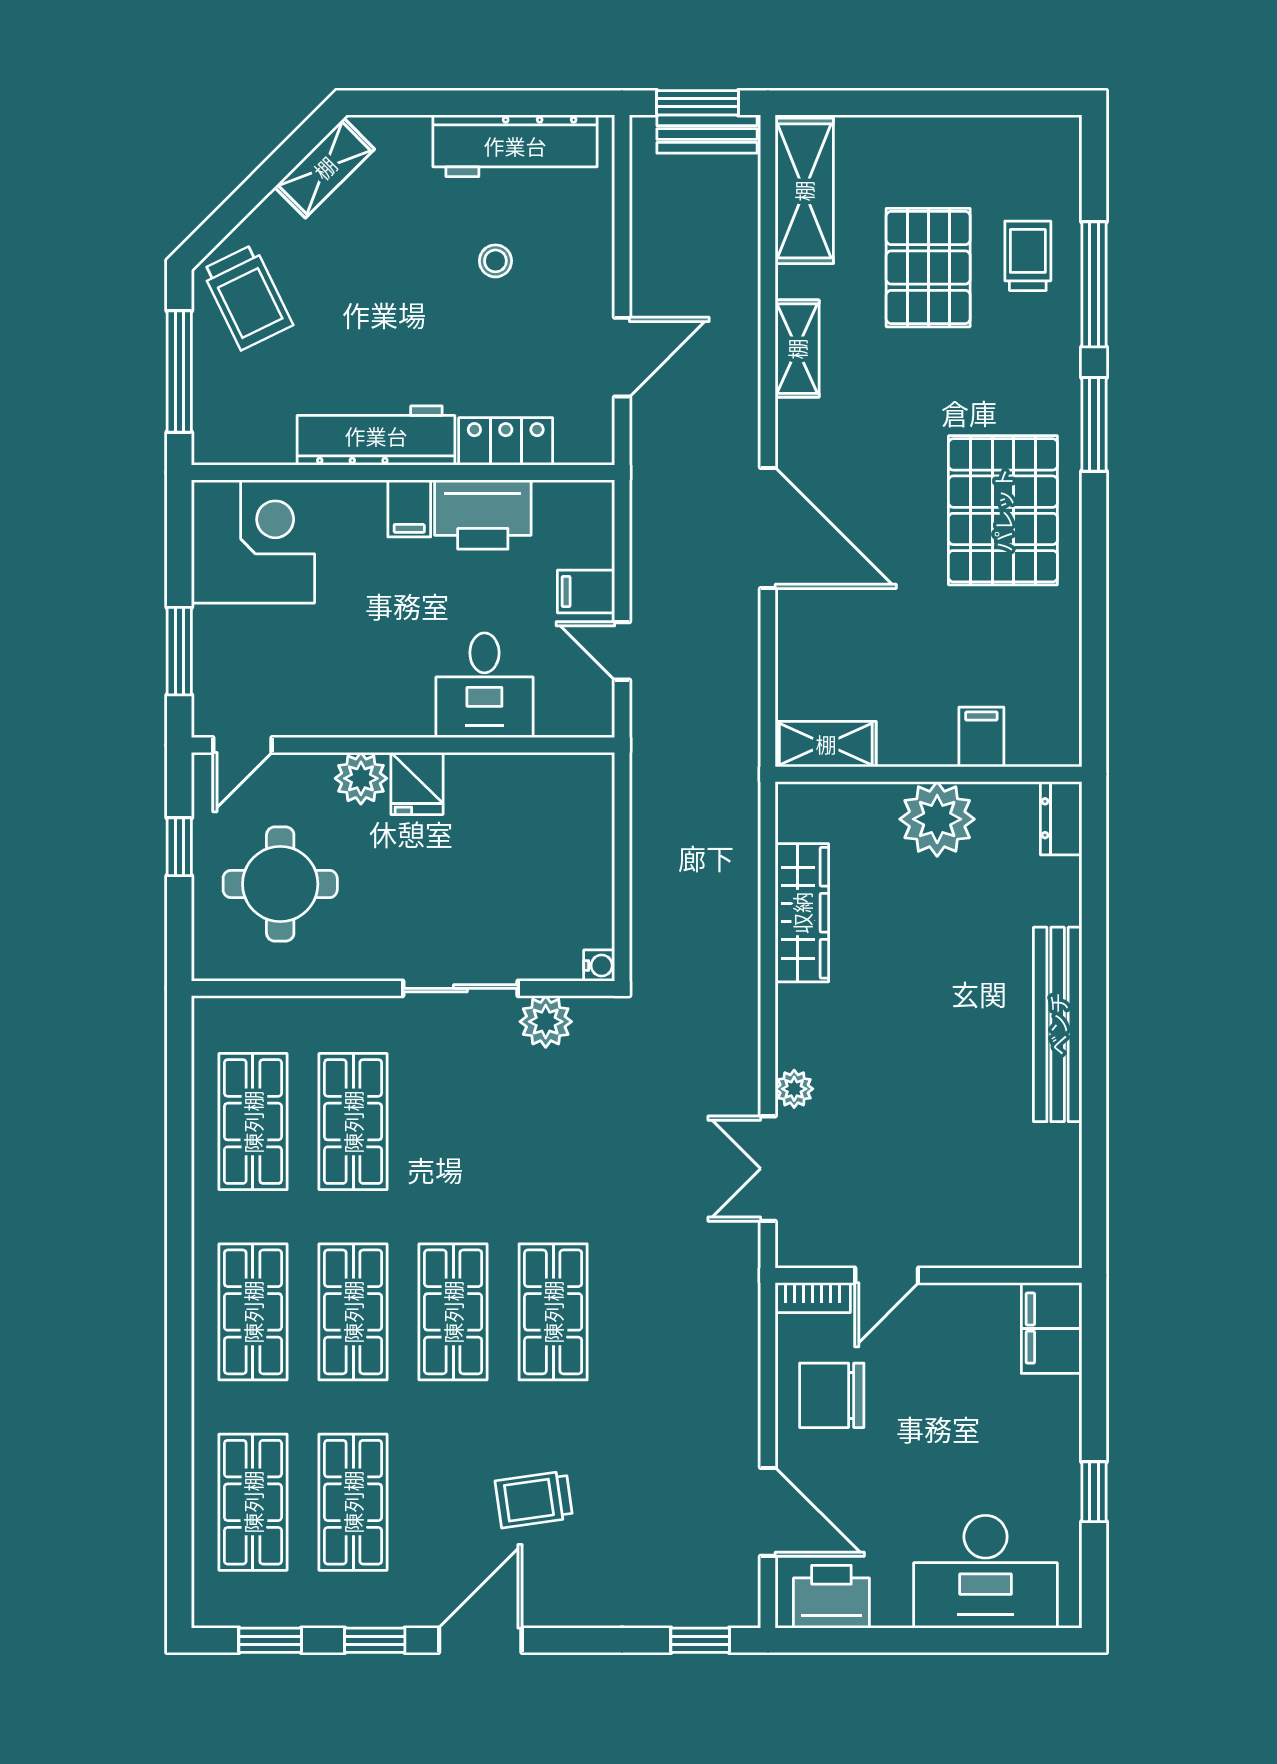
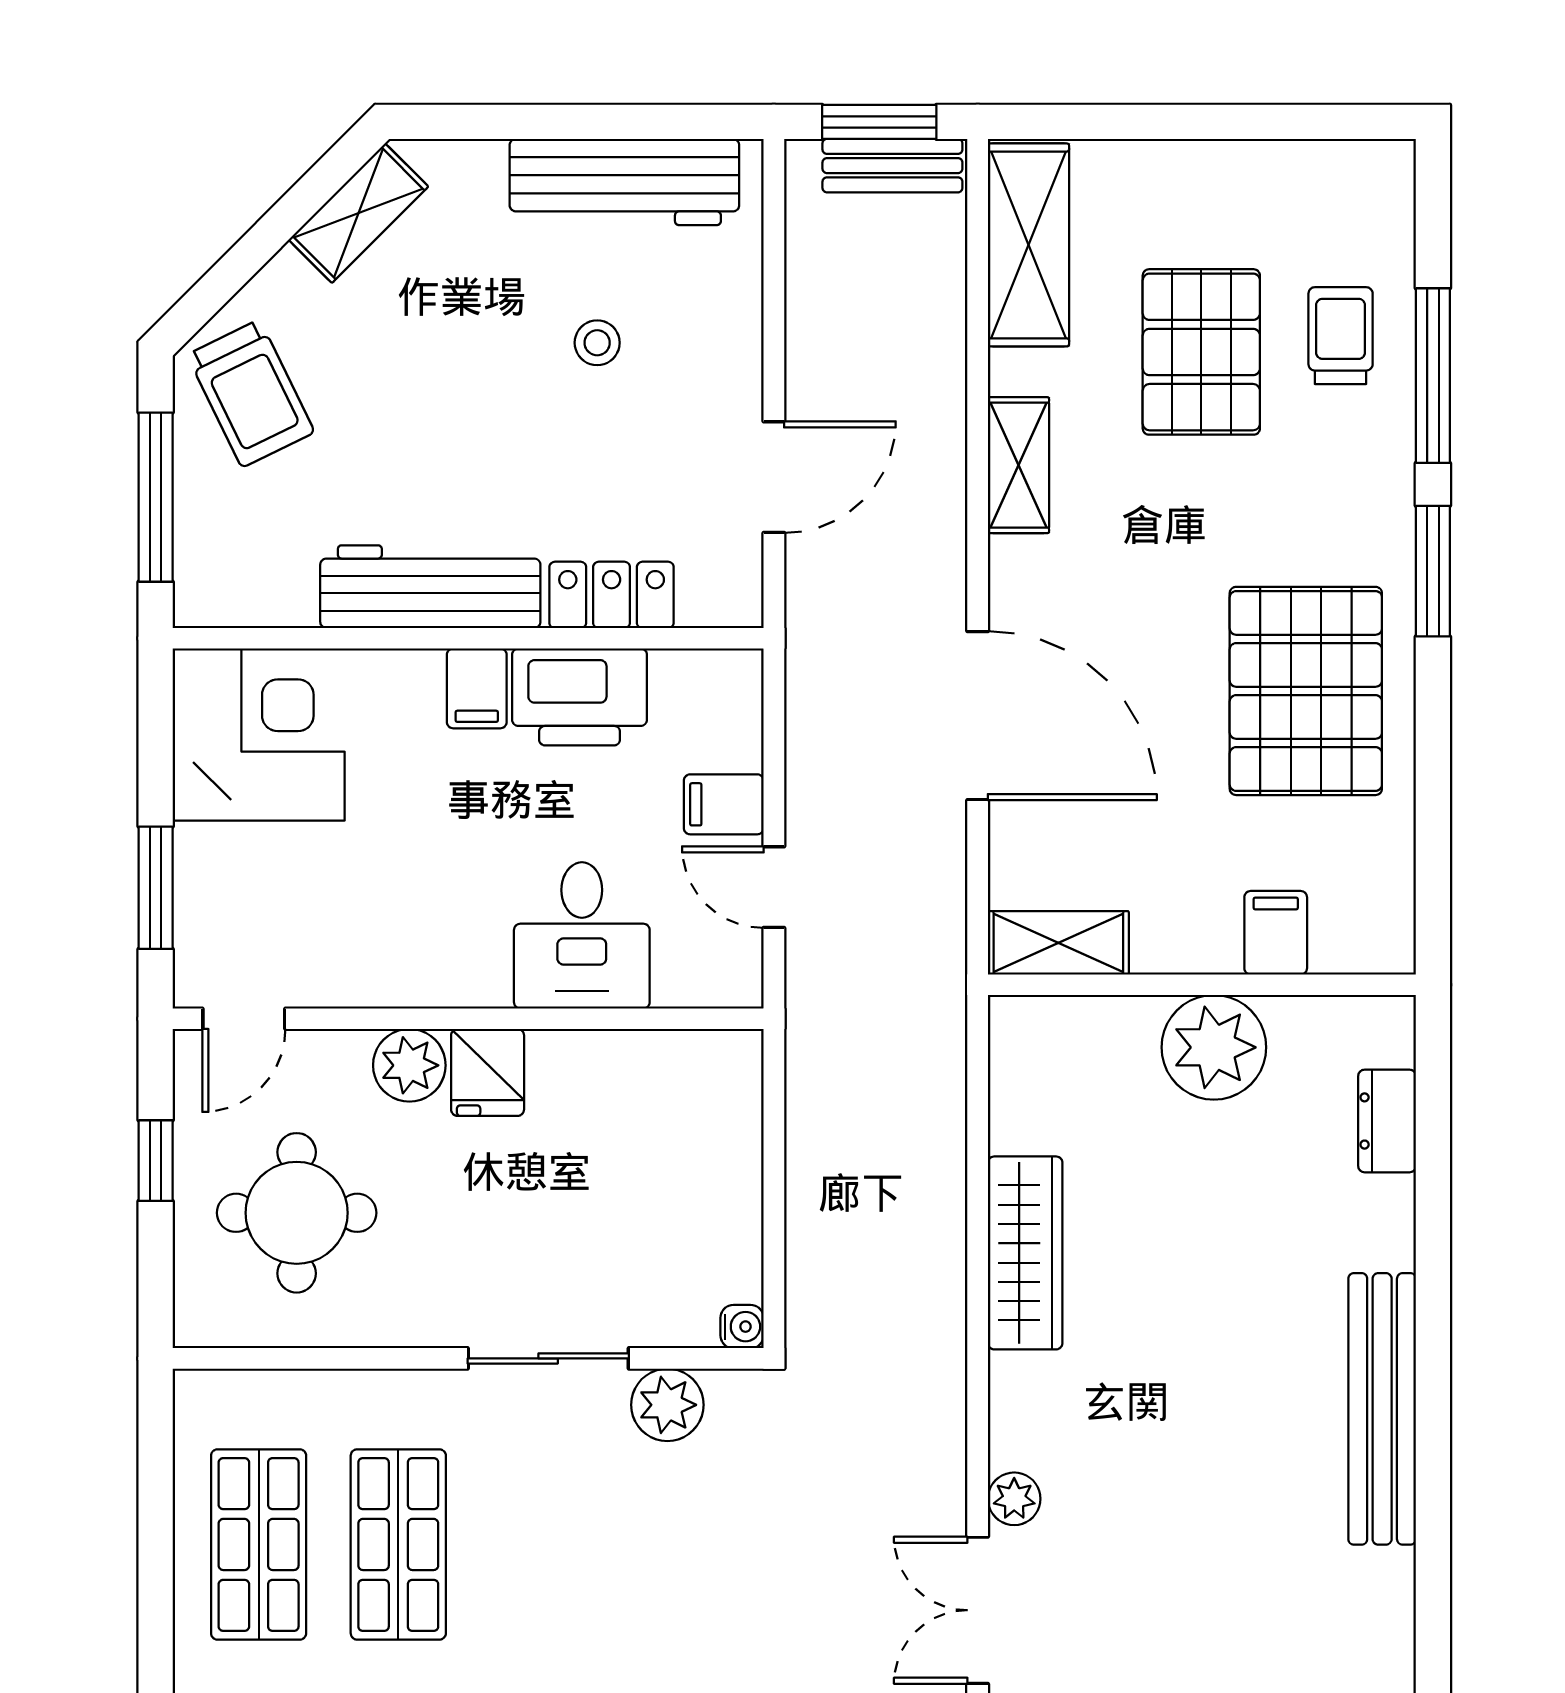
filing cabinet: (981, 737) -> (1276, 933), moved
shelving: (826, 744) -> (1058, 943), moved
wall: (929, 774) -> (1202, 985), moved
plant: (937, 819) -> (1214, 1047), moved

